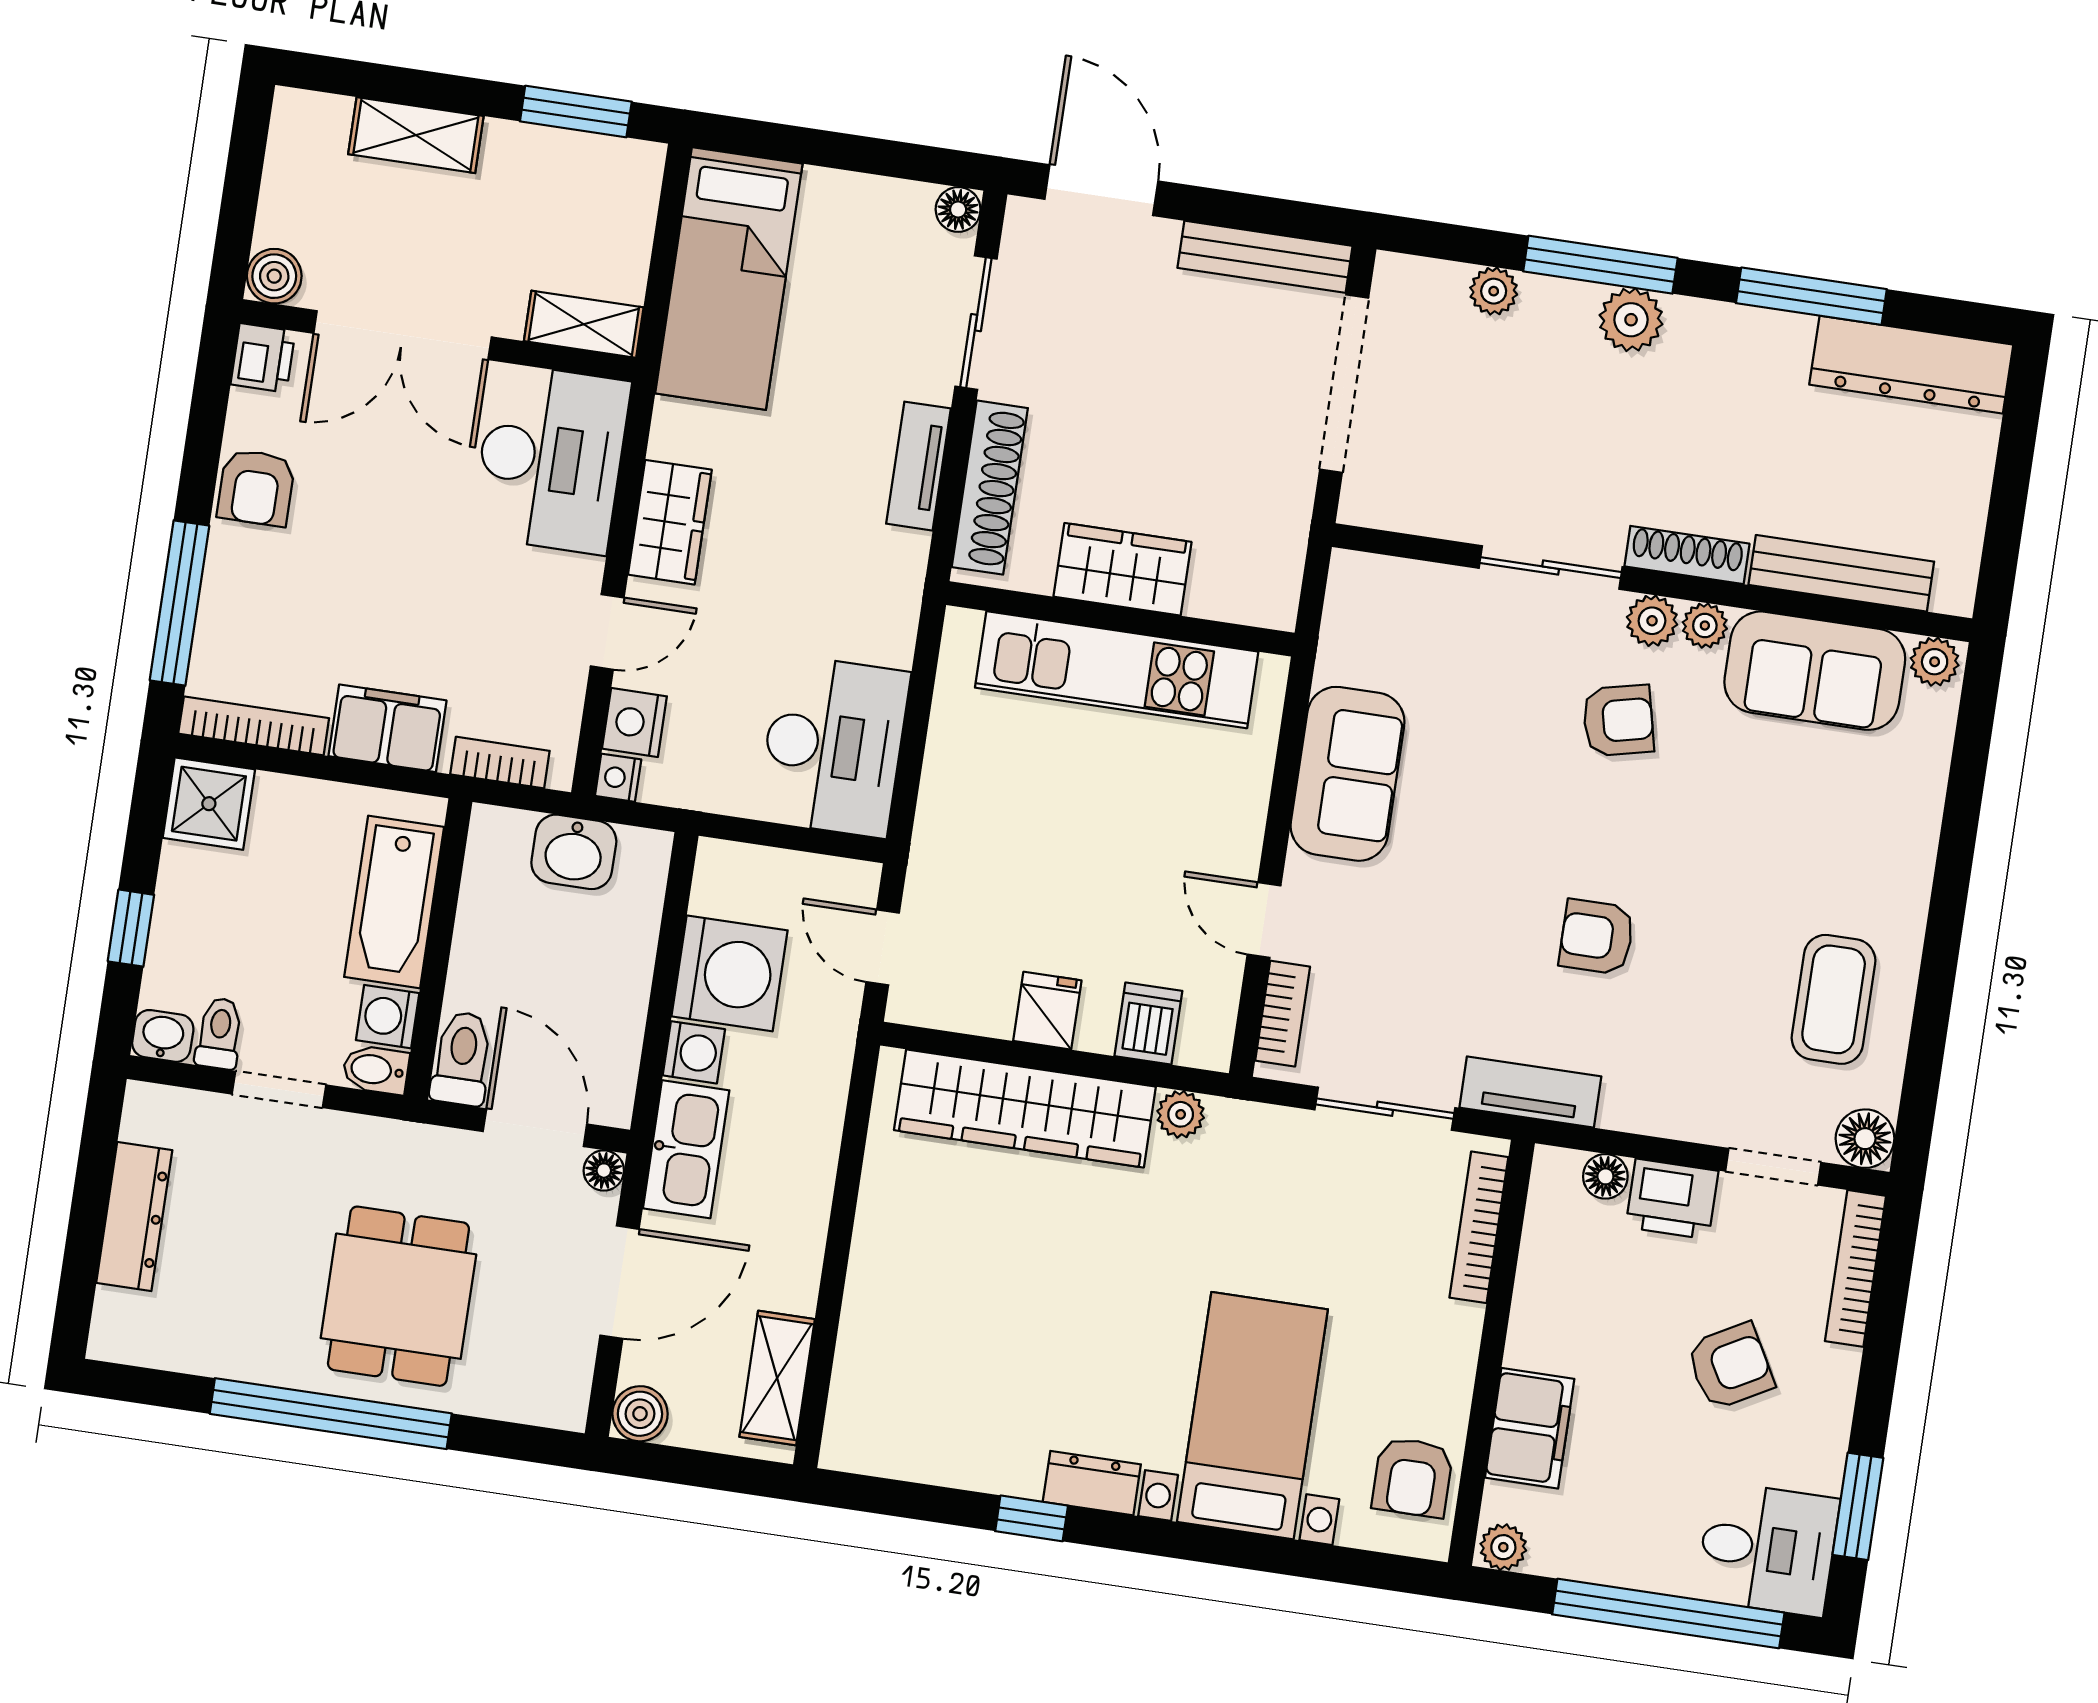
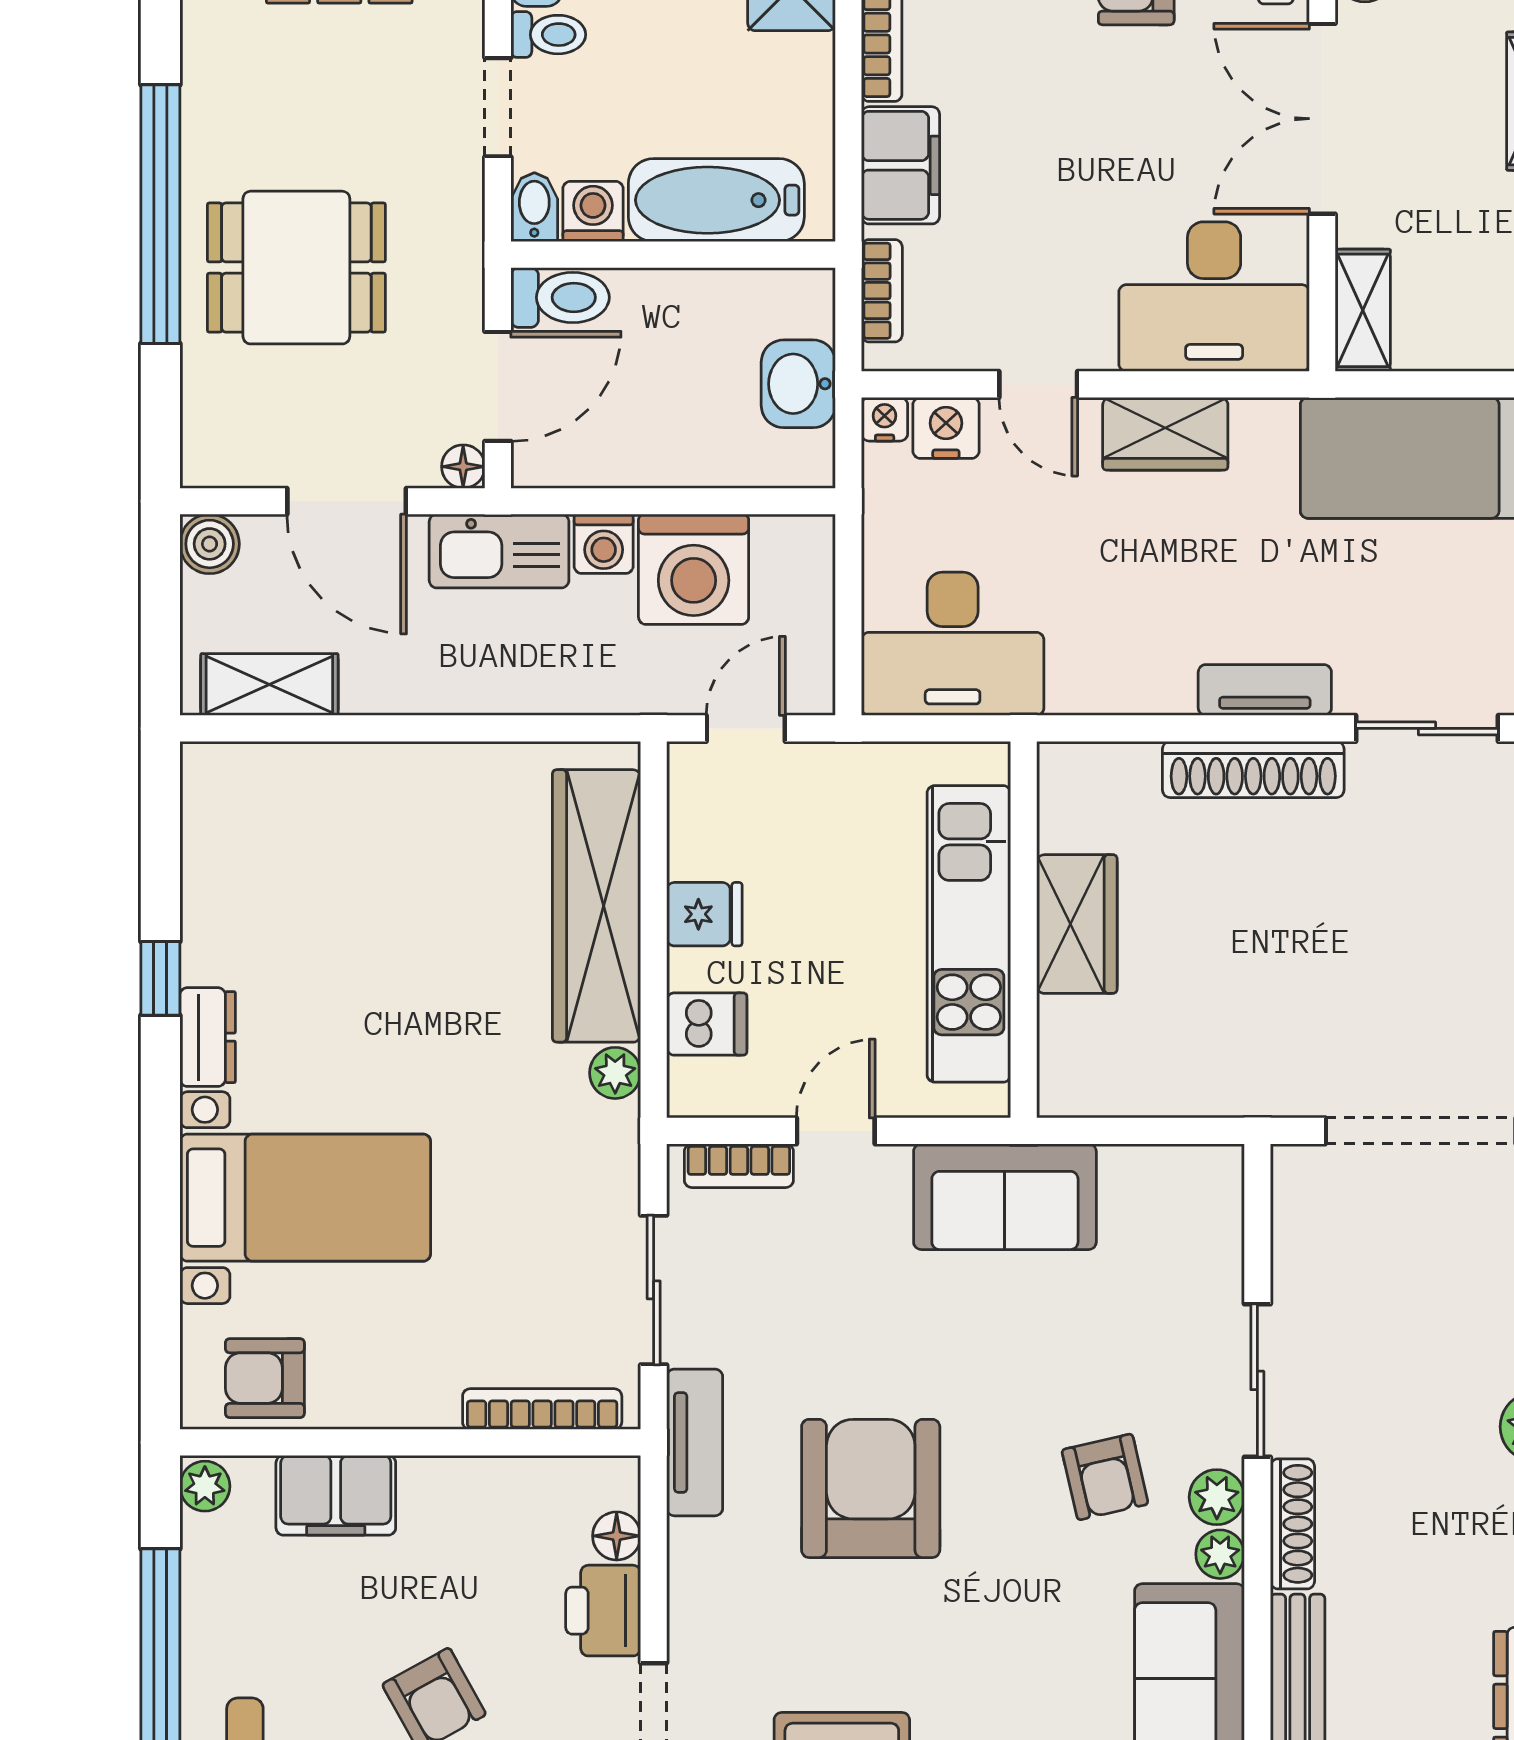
wardrobe: (1122, 569) -> (1077, 924), moved
wall: (1120, 619) -> (1024, 930), moved
kitchen unit: (1117, 670) -> (969, 934), moved
armchair: (1597, 937) -> (871, 1488), width x1.88, depth x1.88

